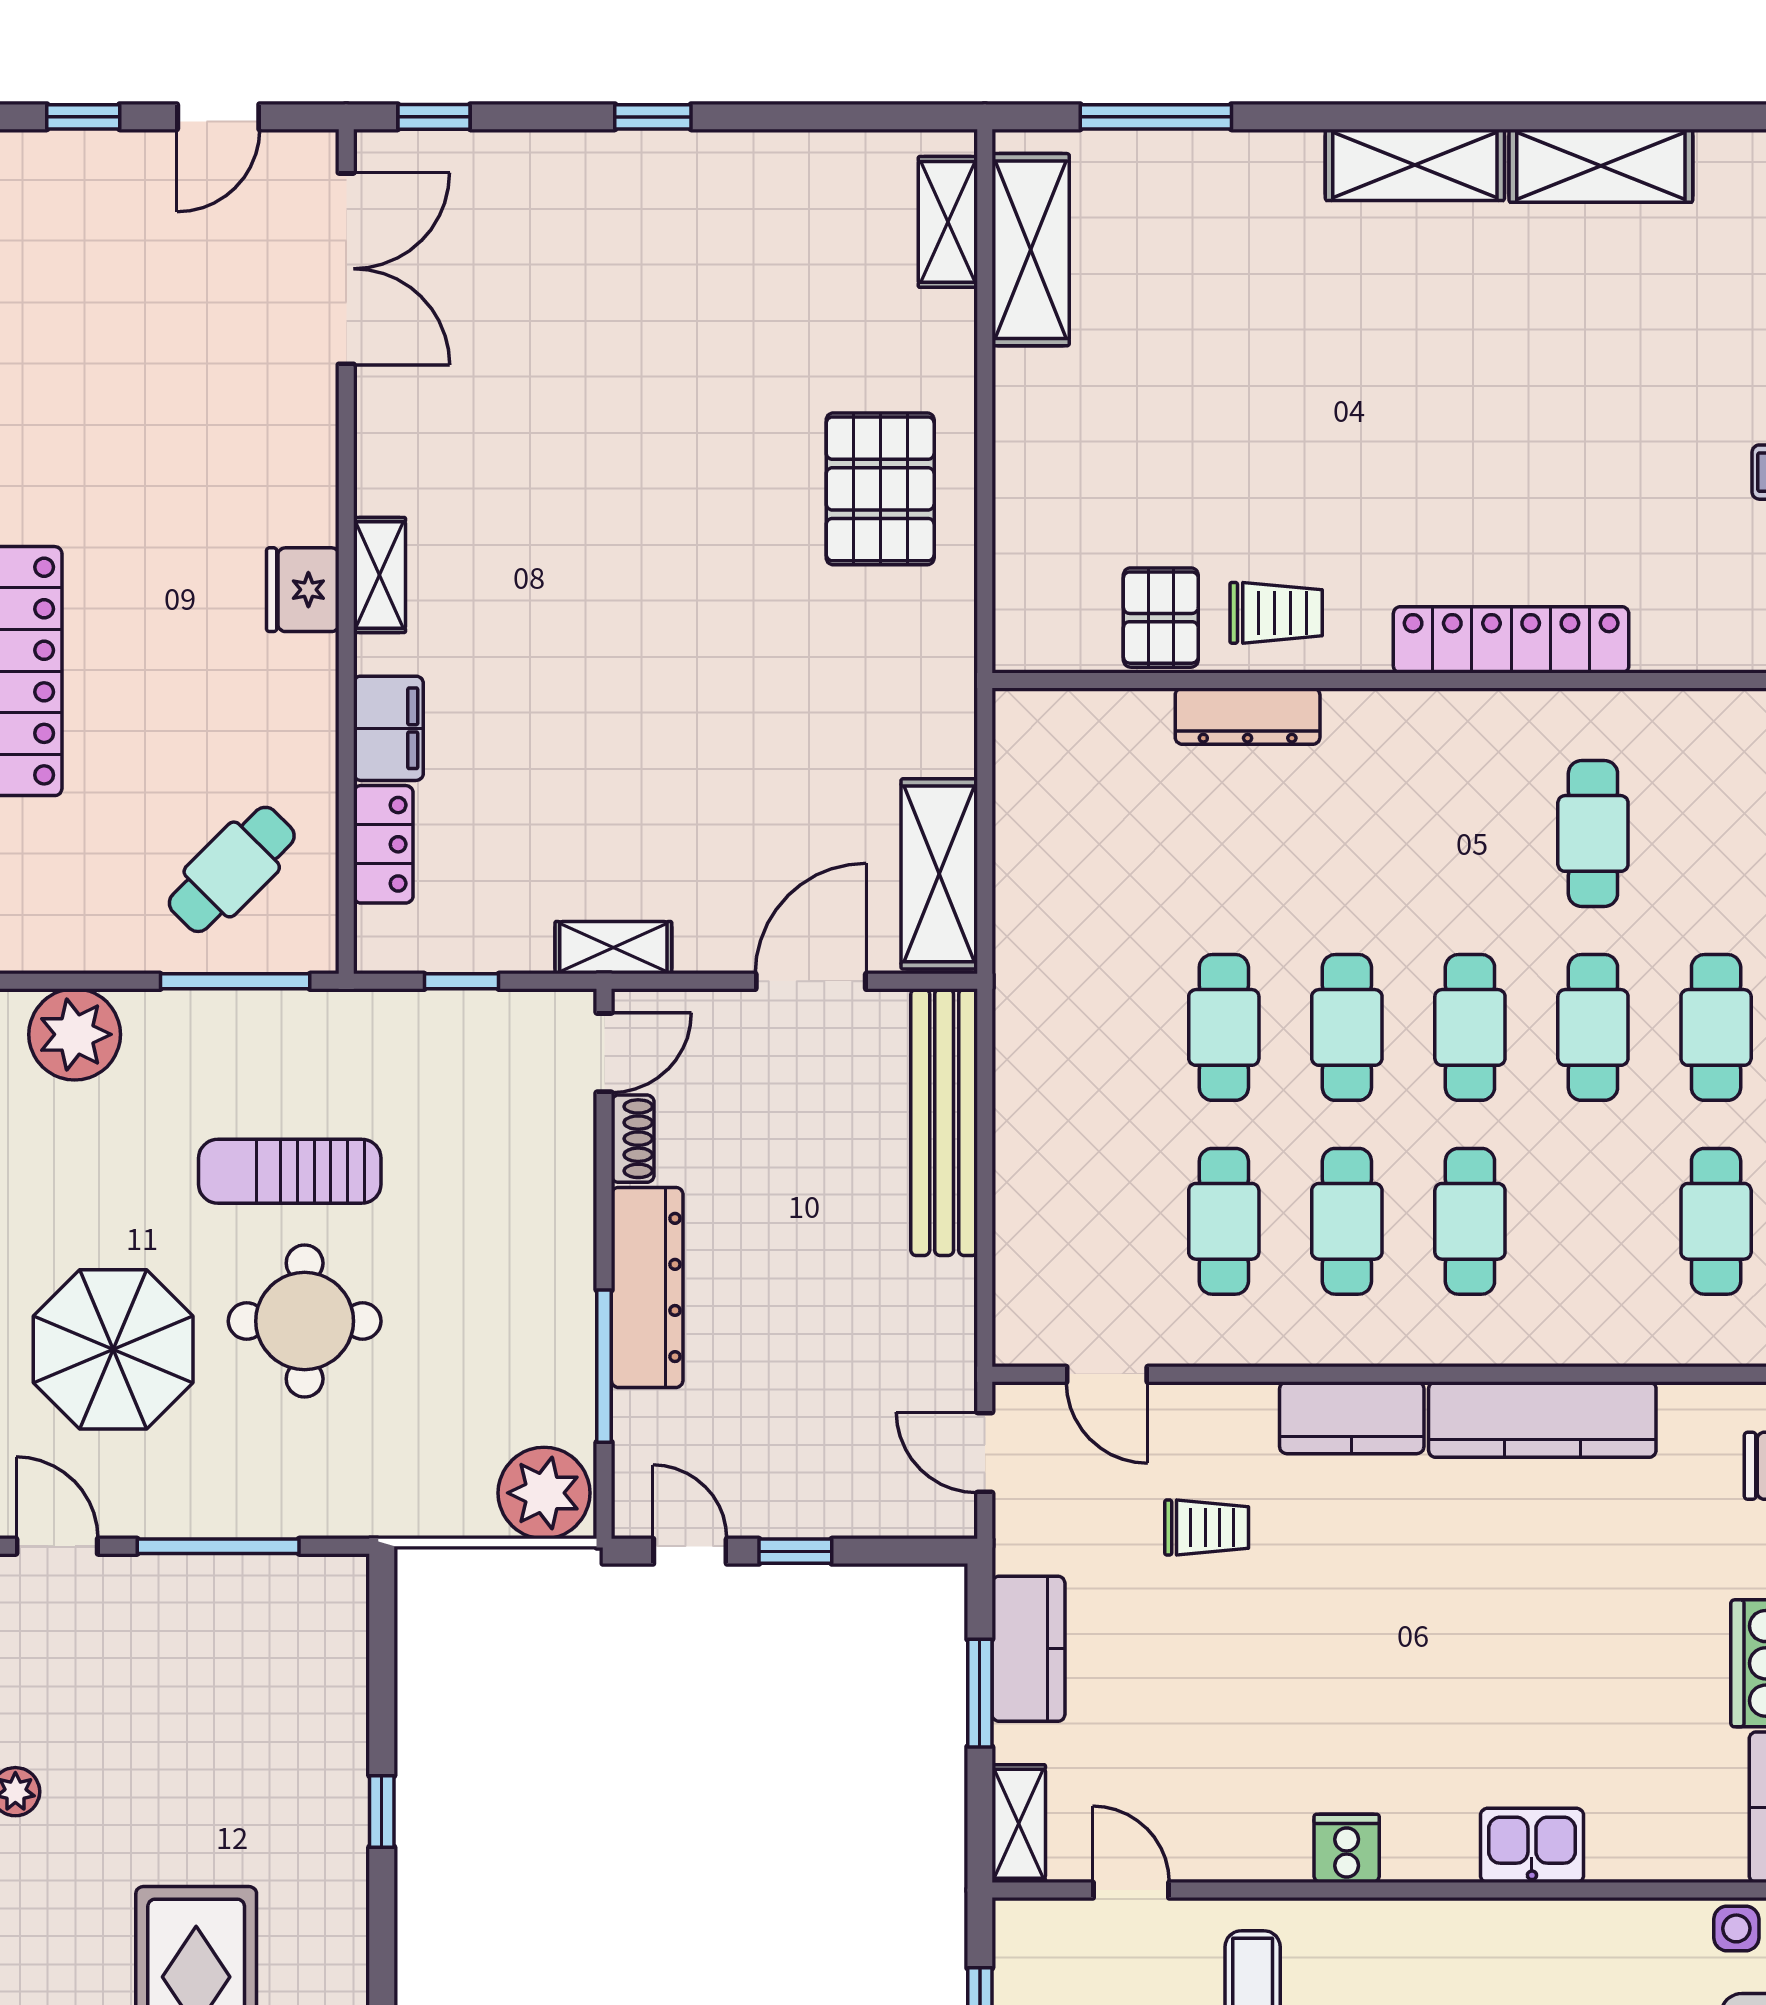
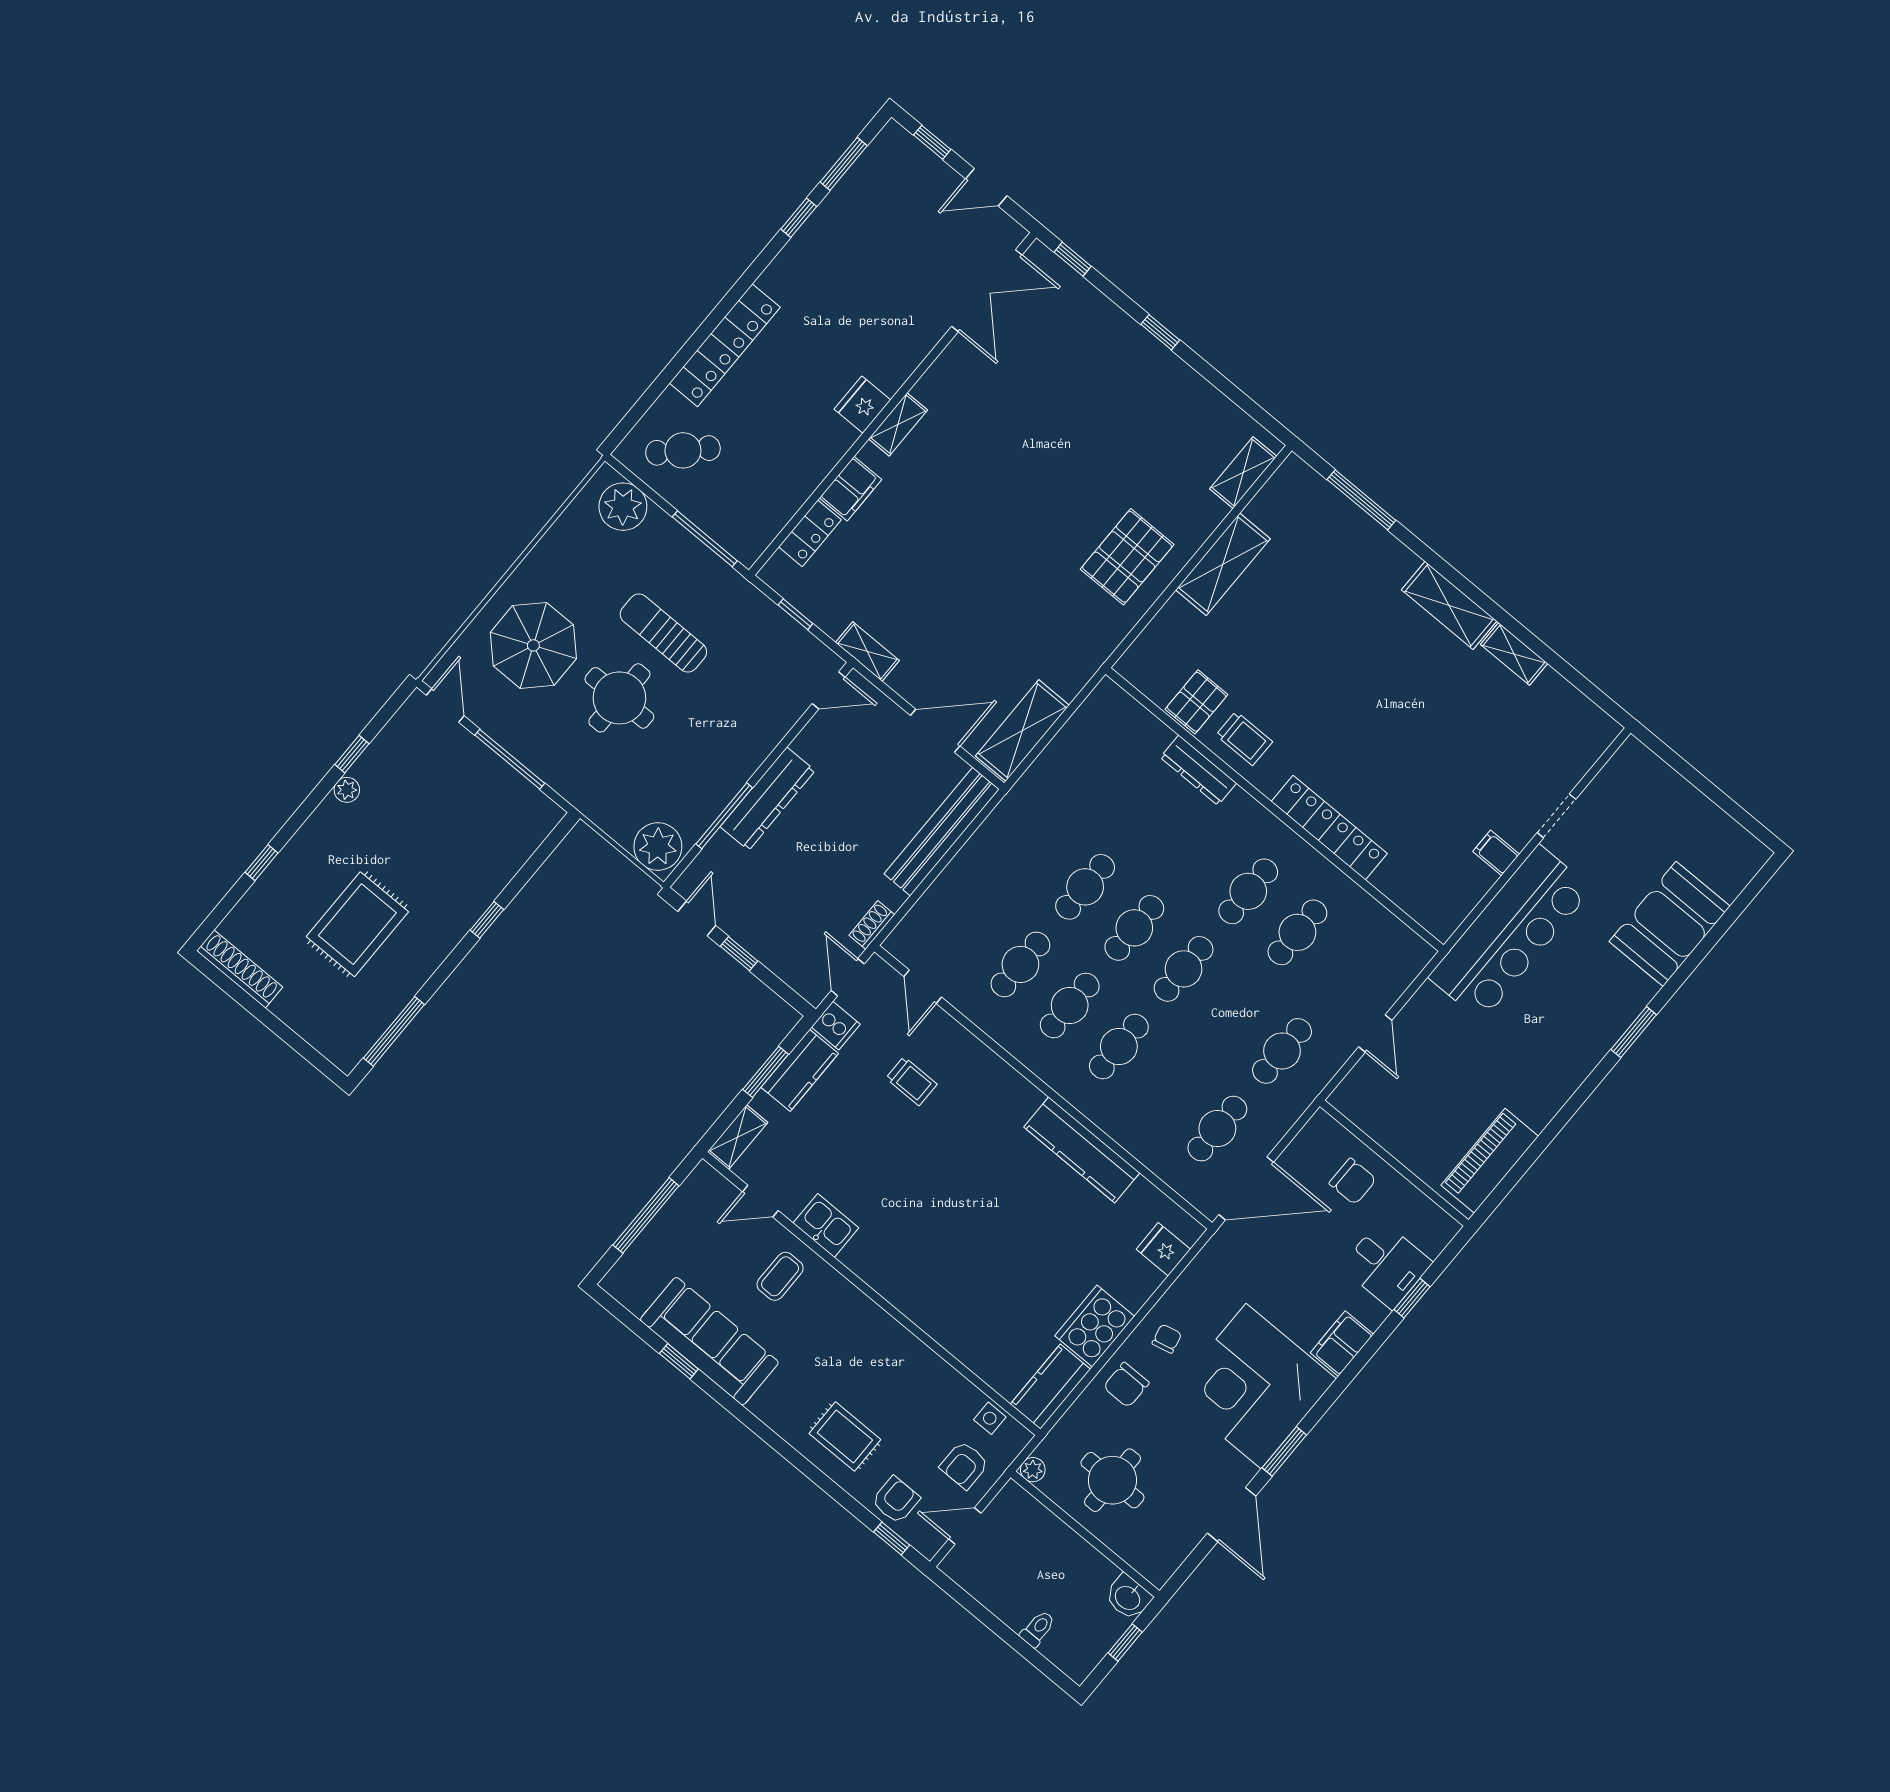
shelving: (1601, 166) -> (1514, 654), width x0.67, depth x0.75
shelving: (1031, 250) -> (1223, 564), moved
cafe table: (232, 869) -> (683, 450), moved
cafe table: (1593, 1027) -> (1248, 891), moved
shoe rack: (633, 1139) -> (872, 925), moved, turned 180
kitchen counter: (1352, 1418) -> (1006, 1086), removed
kitchen sink: (1532, 1845) -> (826, 1225), moved
cooker: (1347, 1848) -> (836, 1026), moved, turned 90
door: (1131, 1890) -> (760, 1201), swing flipped

